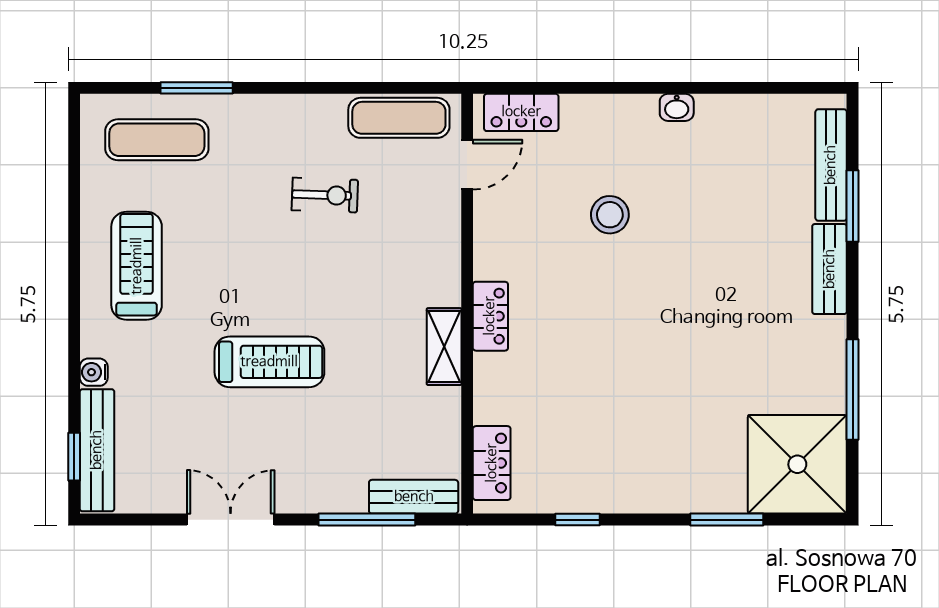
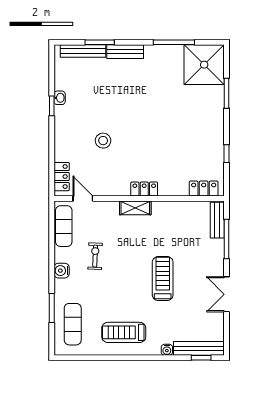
window: (696, 88) -> (52, 106), added
washbasin: (677, 107) -> (60, 98), moved
water cooler: (289, 112) -> (62, 271), added
shelving: (444, 347) -> (135, 208), moved

